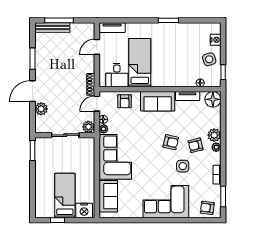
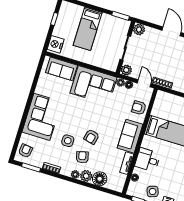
desk: (117, 75) -> (148, 160), moved
floor lamp: (213, 99) -> (100, 179), moved
plant: (41, 109) -> (139, 30), moved
bed: (65, 195) -> (88, 29), moved, turned 90

